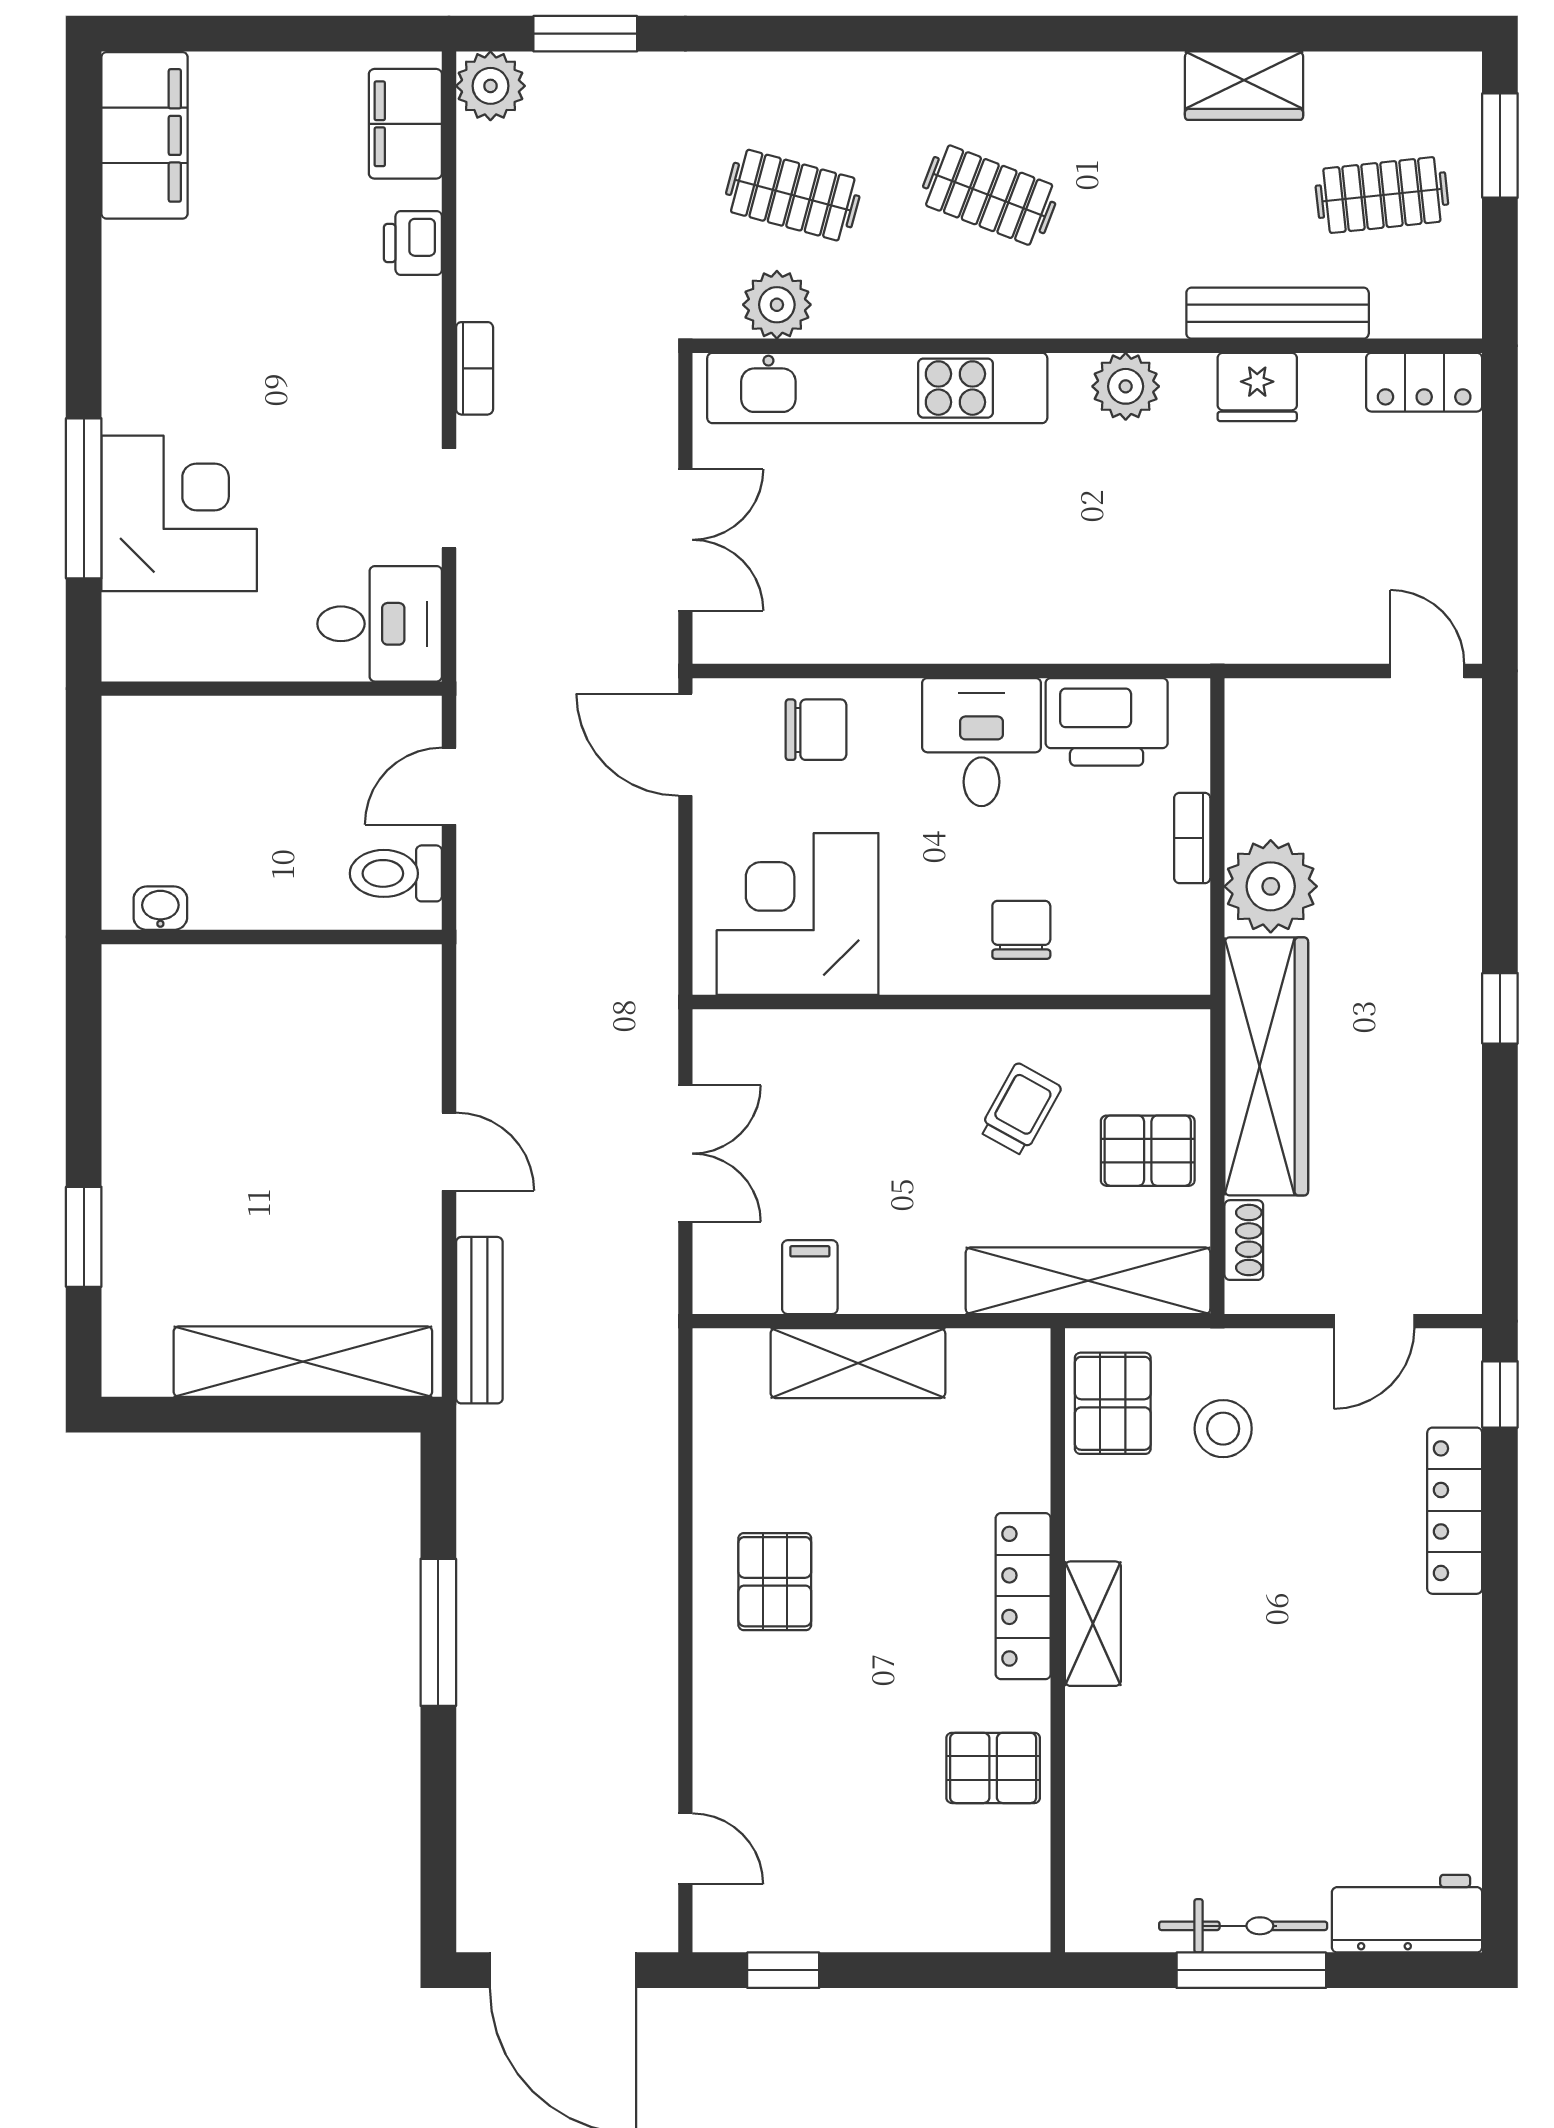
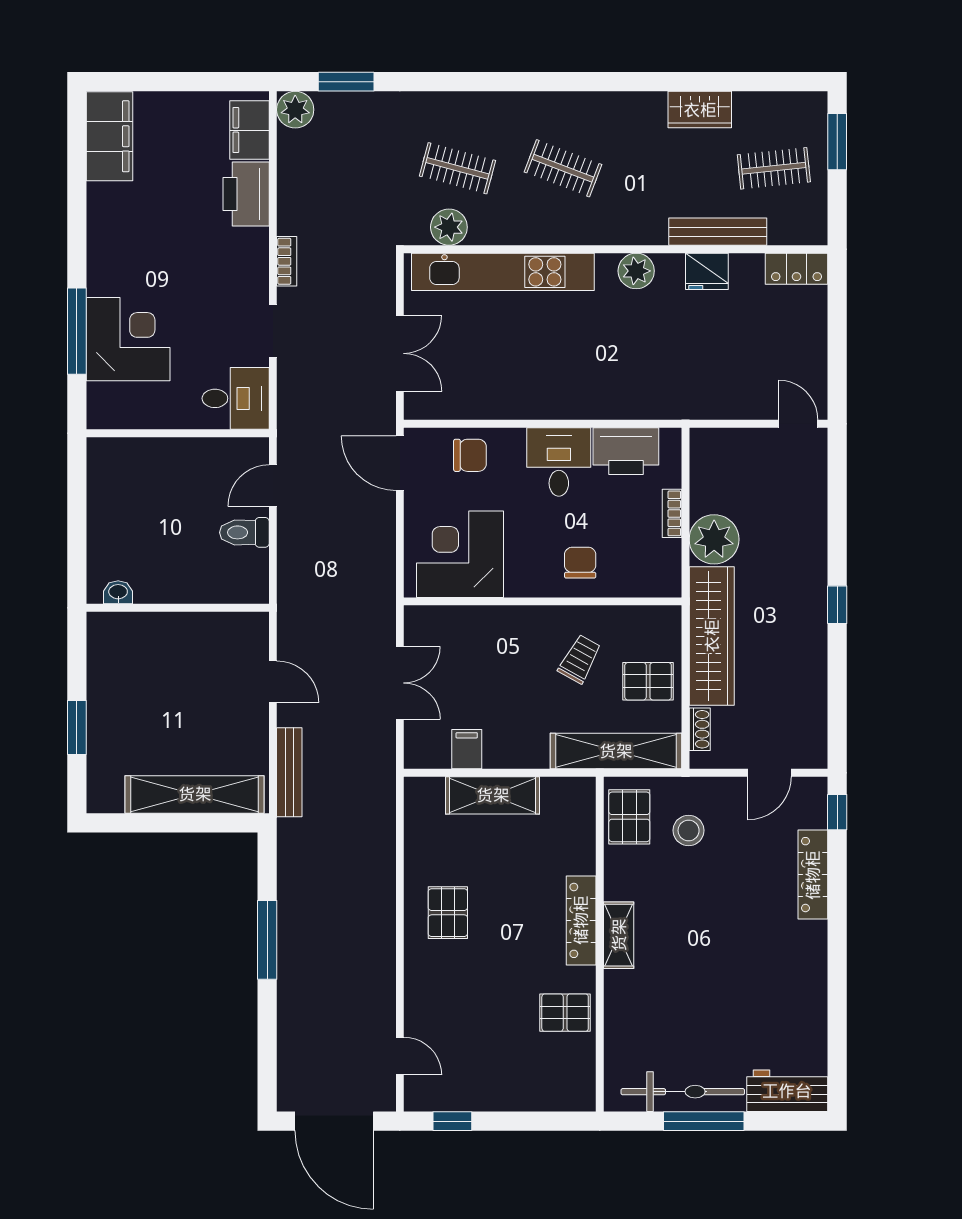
printer: (413, 243) -> (246, 194), width x1.87, depth x1.48
washbasin: (160, 908) -> (118, 592), moved
wall: (272, 937) -> (178, 608), moved
bicycle: (1243, 1926) -> (683, 1092), width x1.37, depth x1.40

